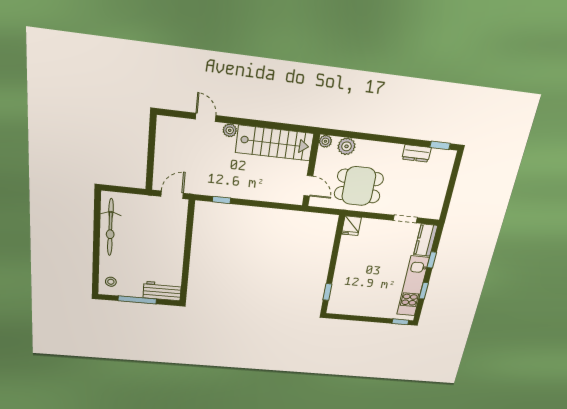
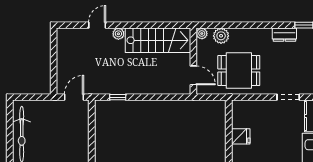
door: (206, 117) -> (97, 25), hinge flipped
fridge: (351, 226) -> (241, 136), moved, turned -90

